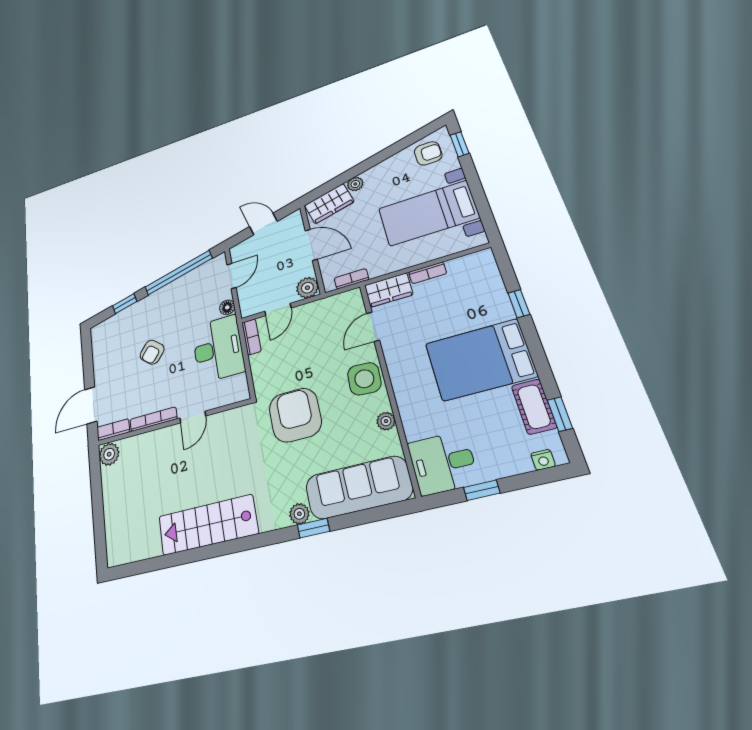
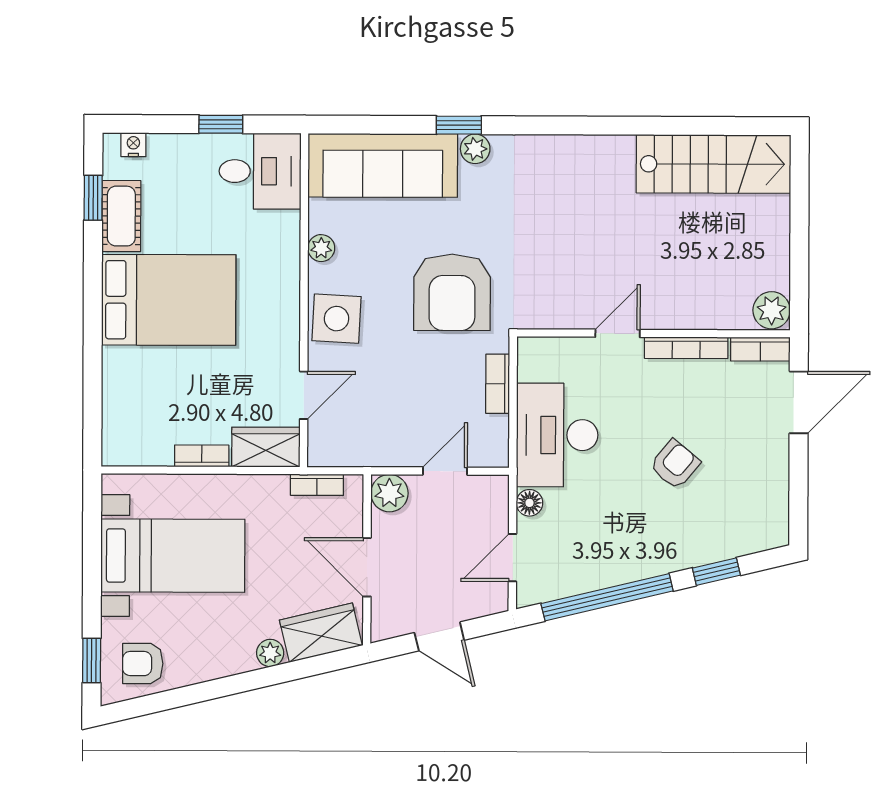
window: (519, 304) -> (93, 366), removed
bookcase: (251, 337) -> (498, 384), moved
stairs: (208, 525) -> (713, 164), moved

